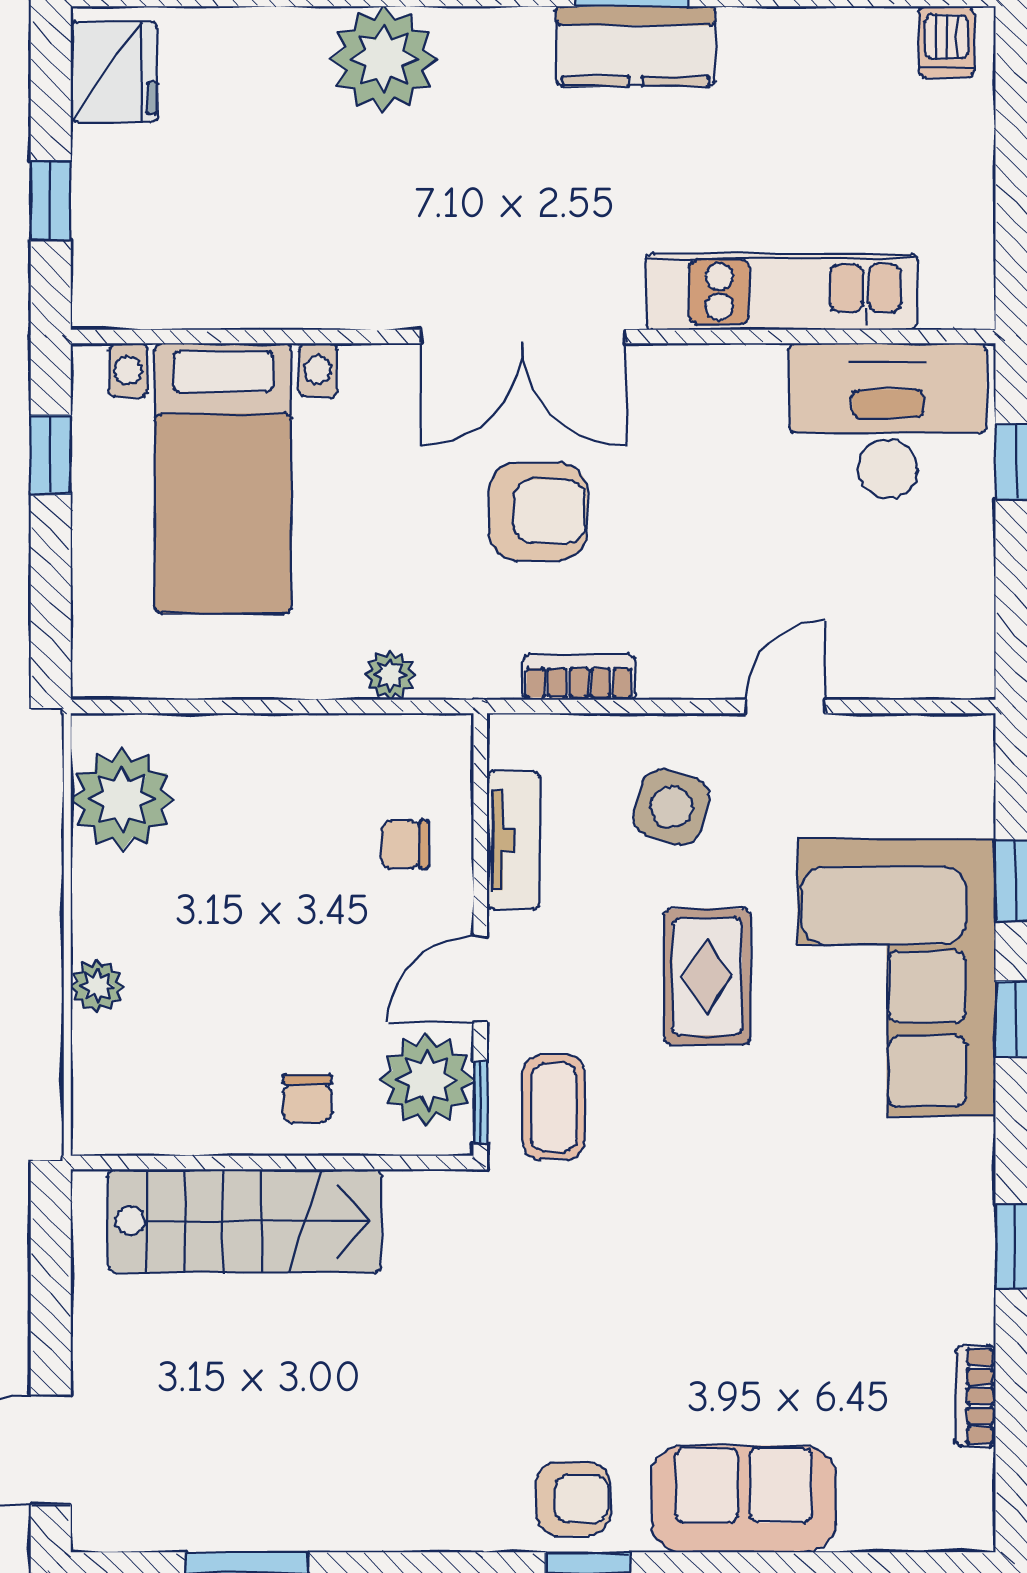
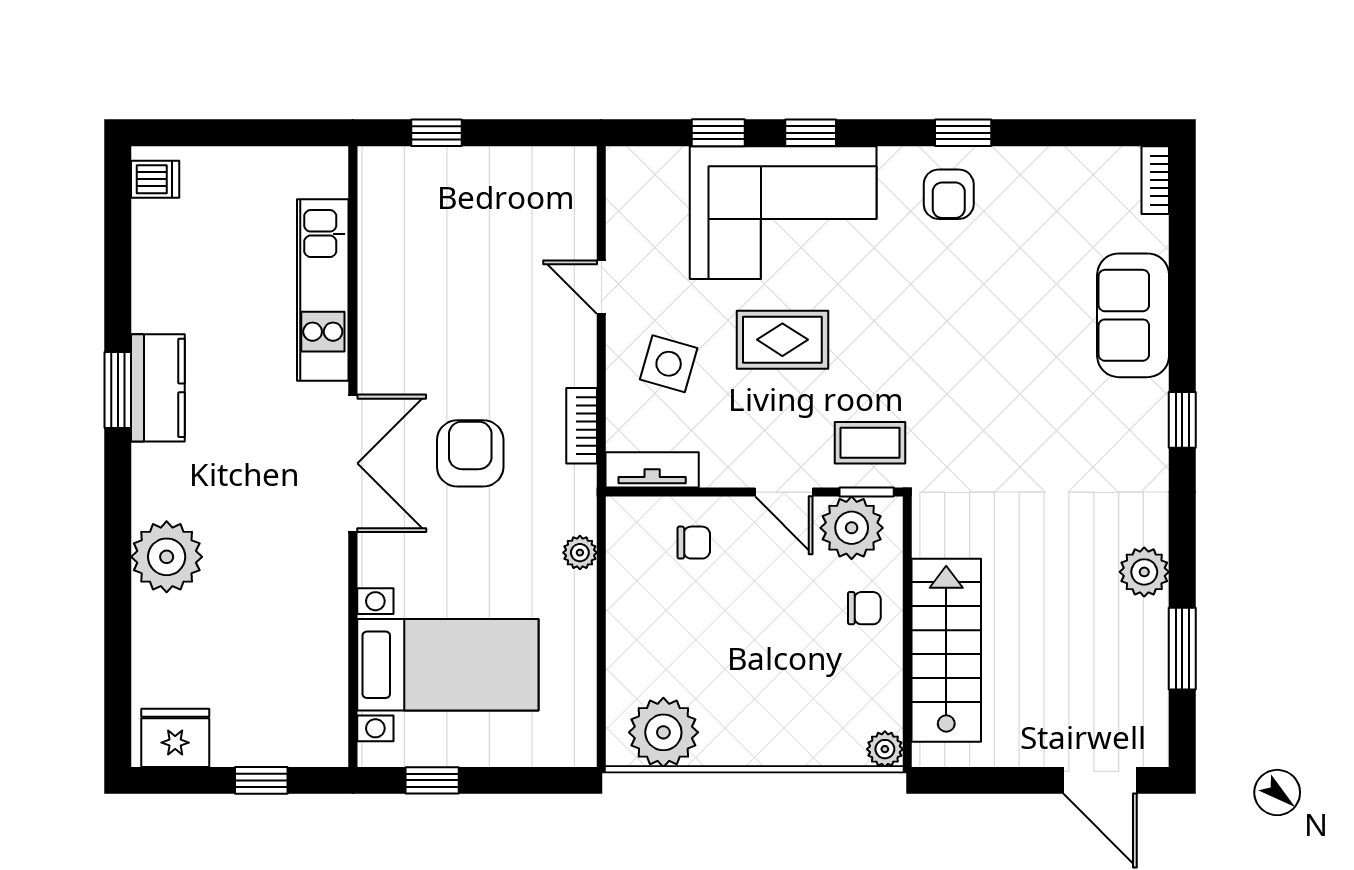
desk: (888, 421) -> (409, 219), removed
tv unit: (513, 840) -> (652, 470), moved
chair: (405, 844) -> (694, 543), turned -90
plant: (97, 986) -> (885, 749), moved
bookcase: (975, 1396) -> (1155, 180), moved, turned 90
armchair: (573, 1499) -> (949, 194), moved, turned 180
plant: (361, 1516) -> (1144, 572), added

